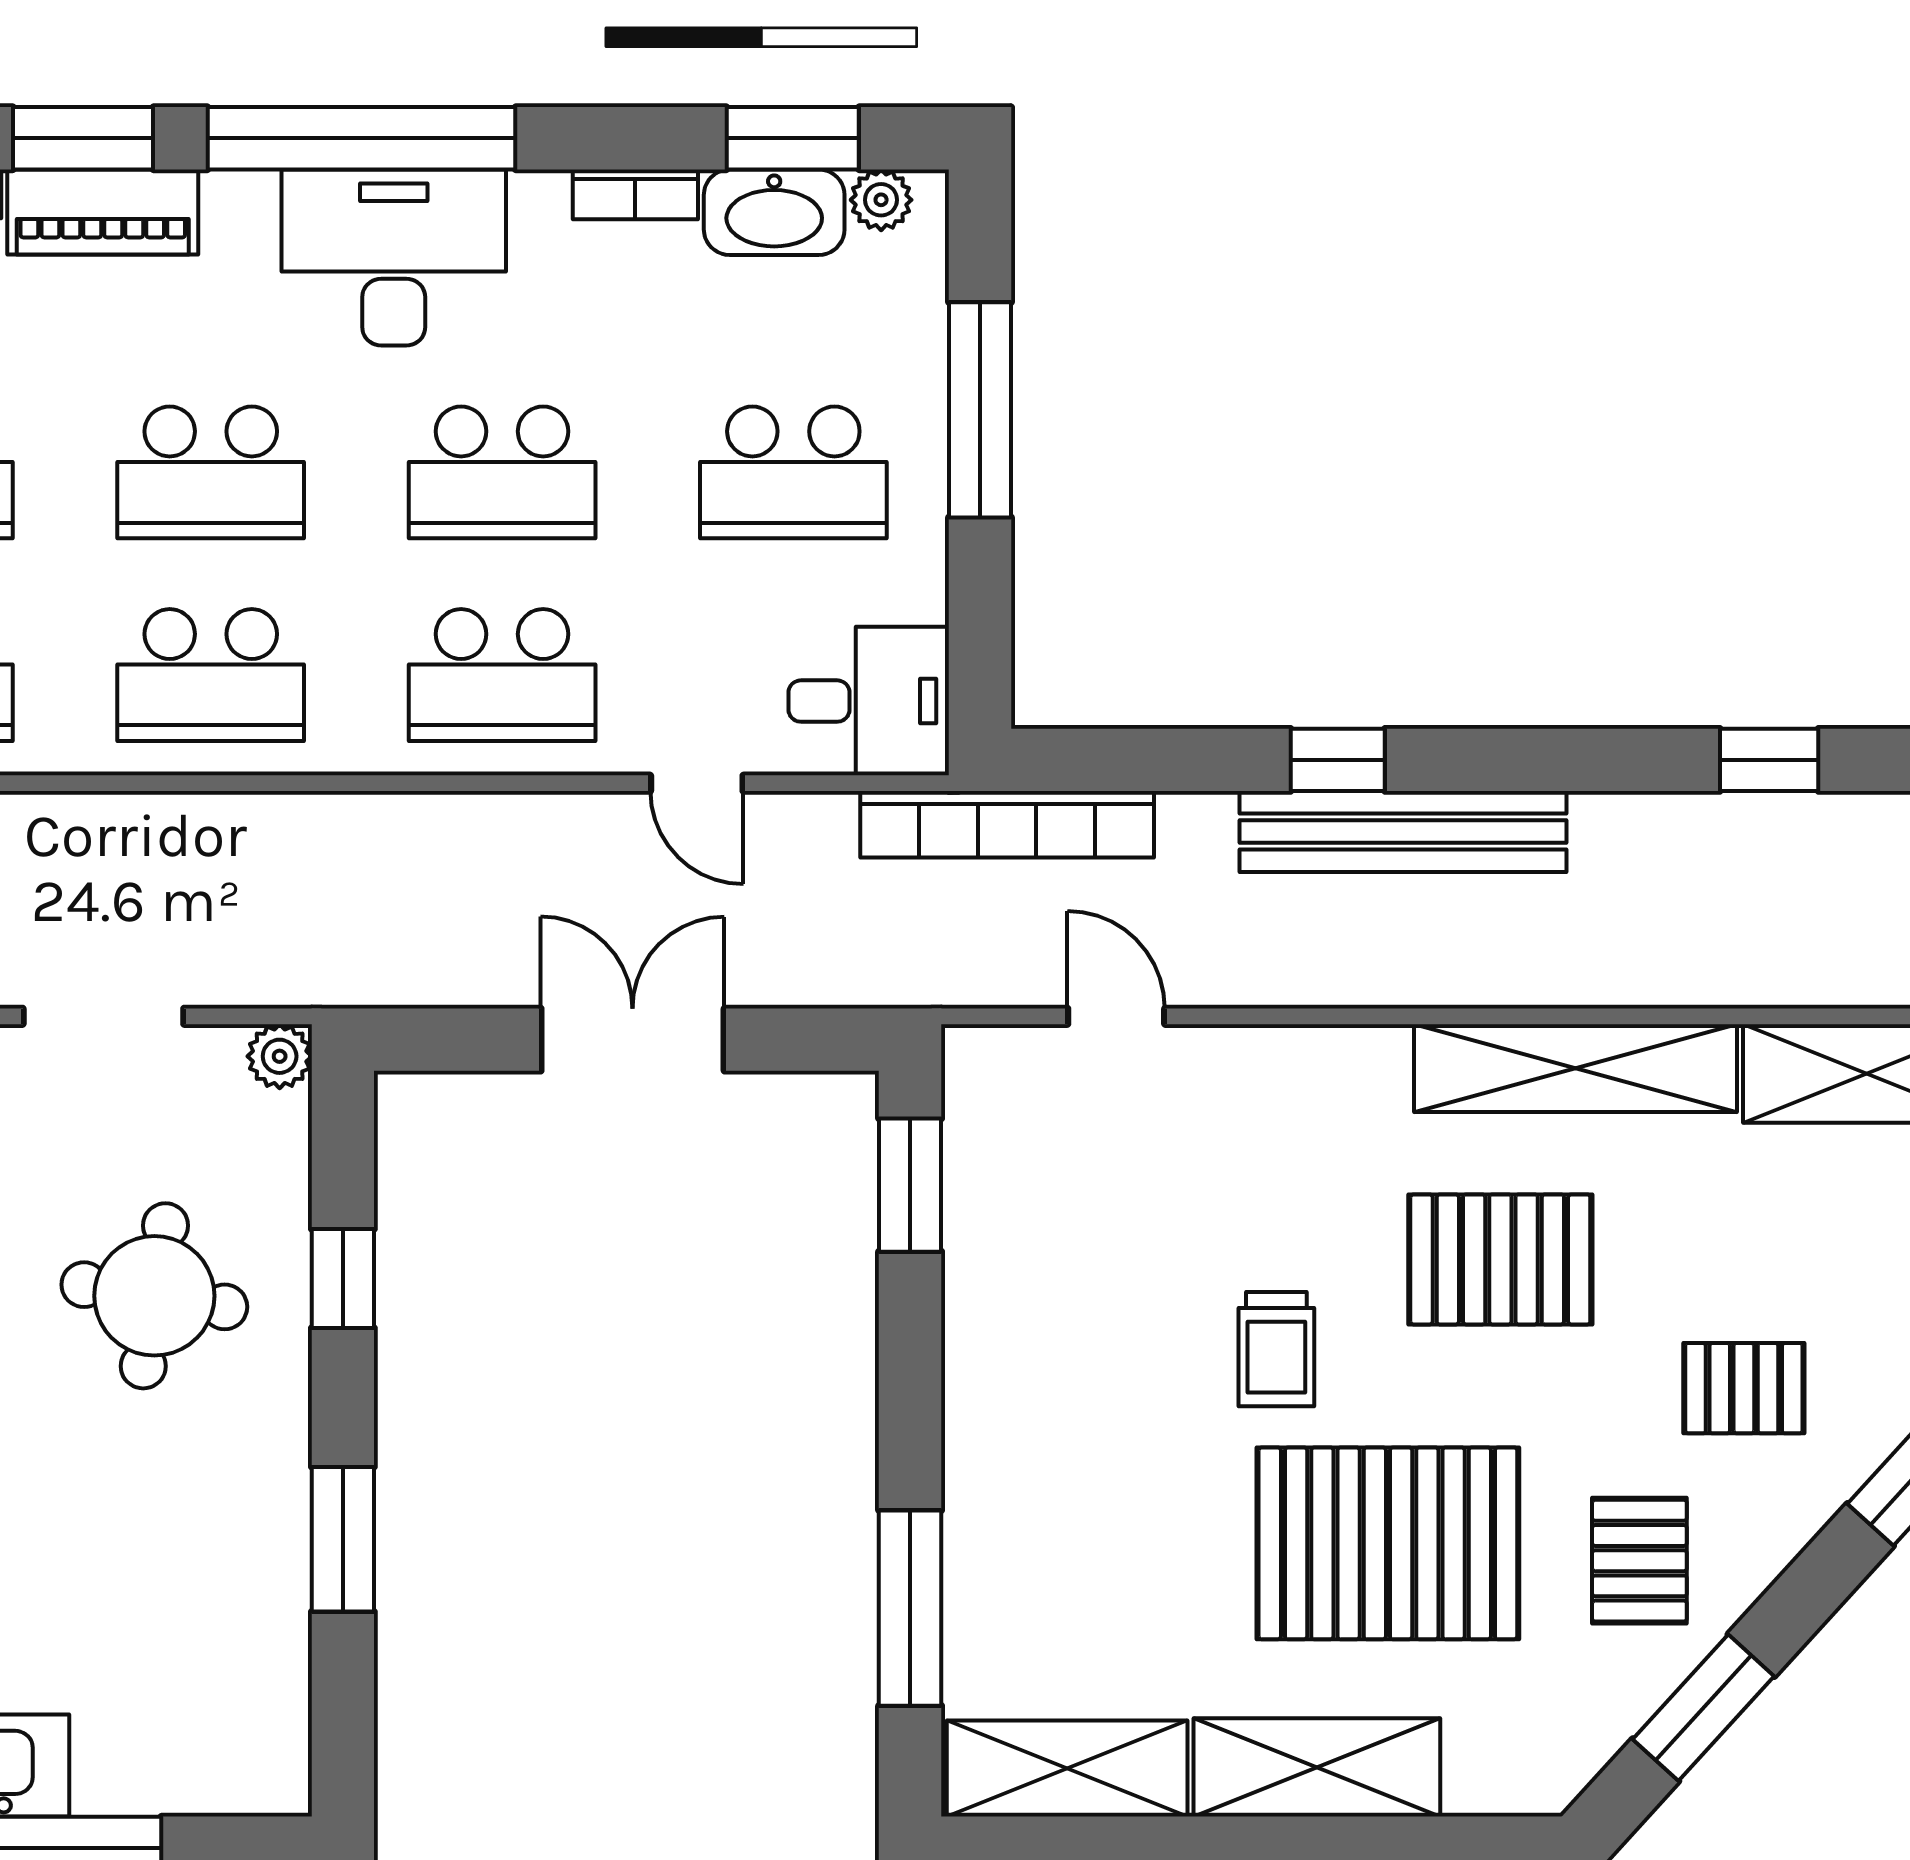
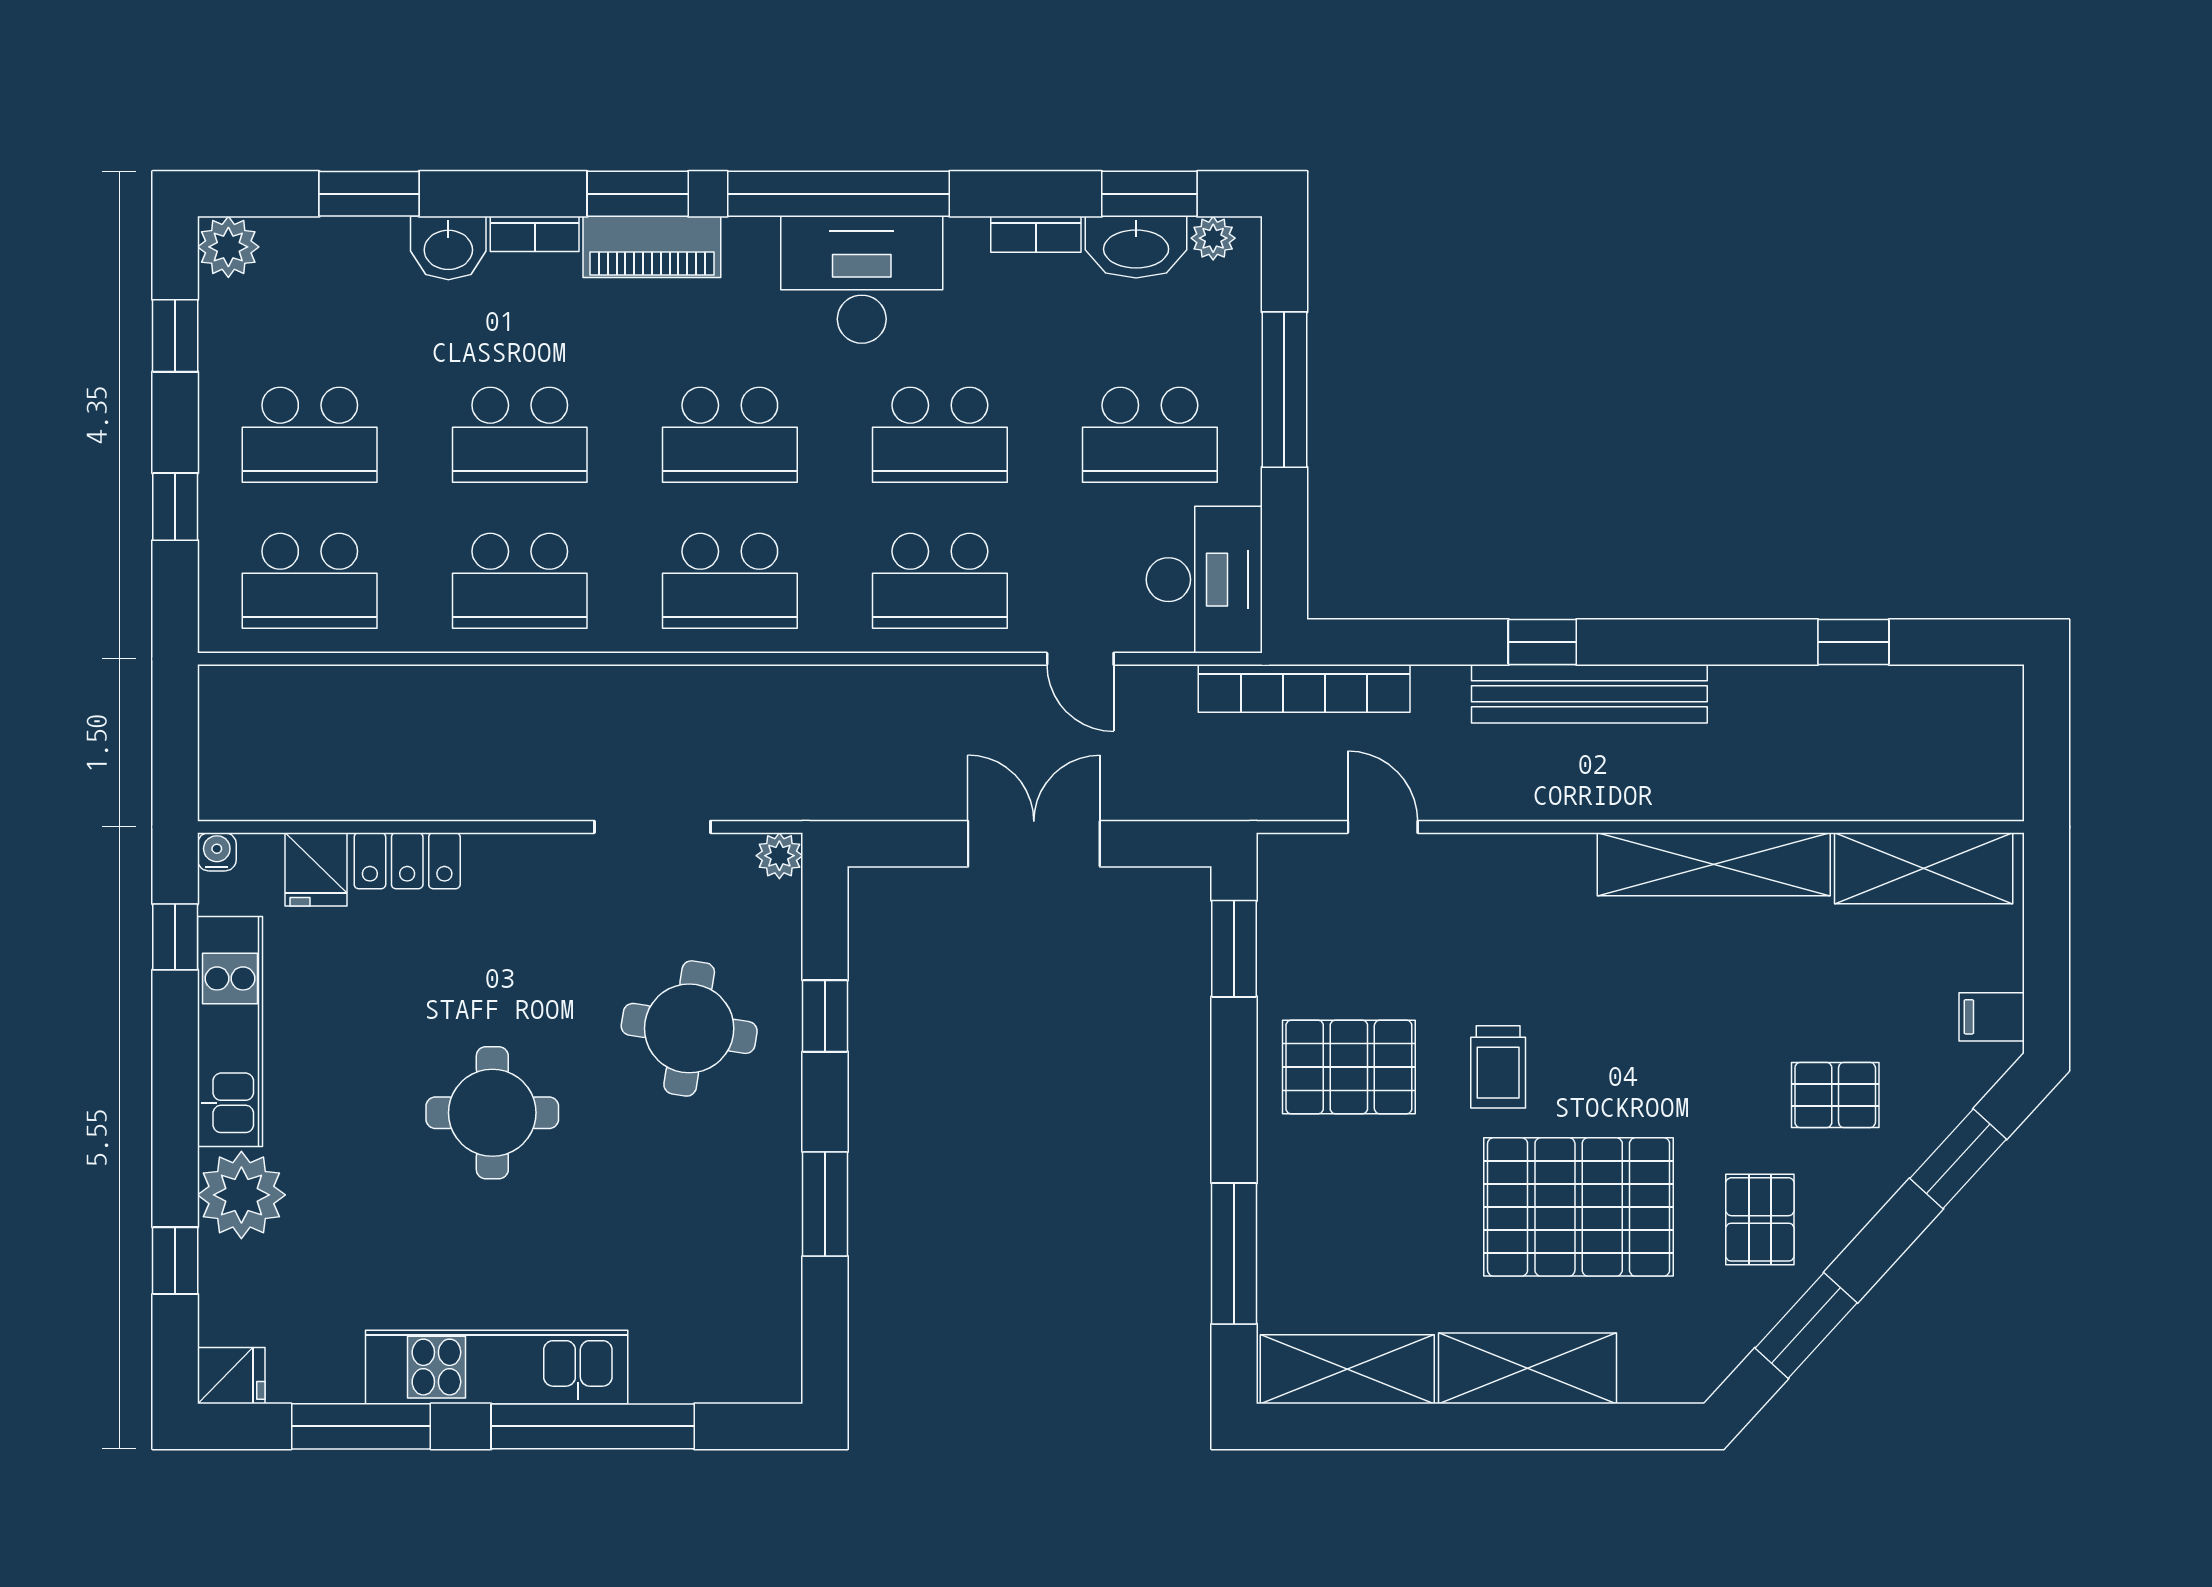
desk: (869, 701) -> (1204, 580), width x1.37
pallet: (1500, 1259) -> (1349, 1067), moved

